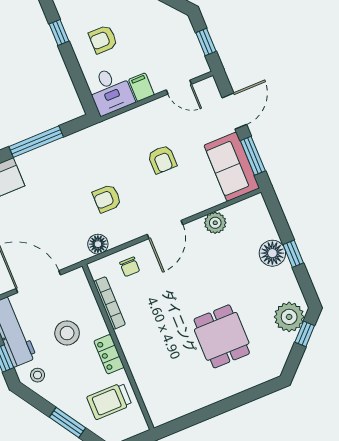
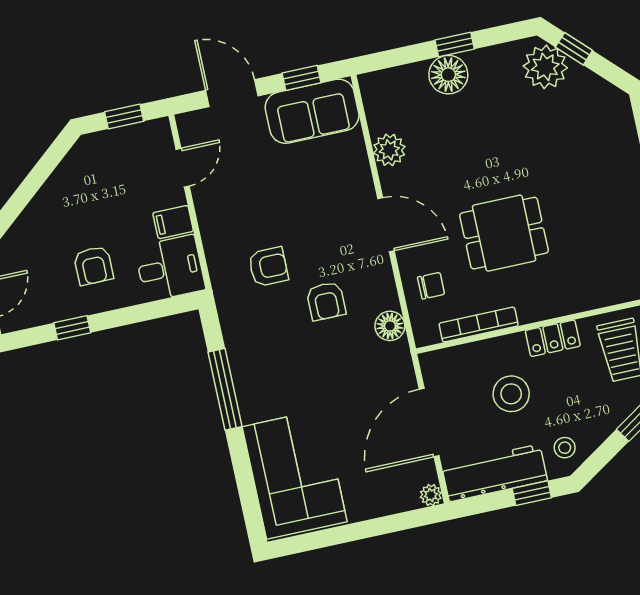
window: (253, 156) -> (302, 78), width x0.67
armchair: (162, 159) -> (268, 267), moved
dining table: (222, 336) -> (504, 233), moved

